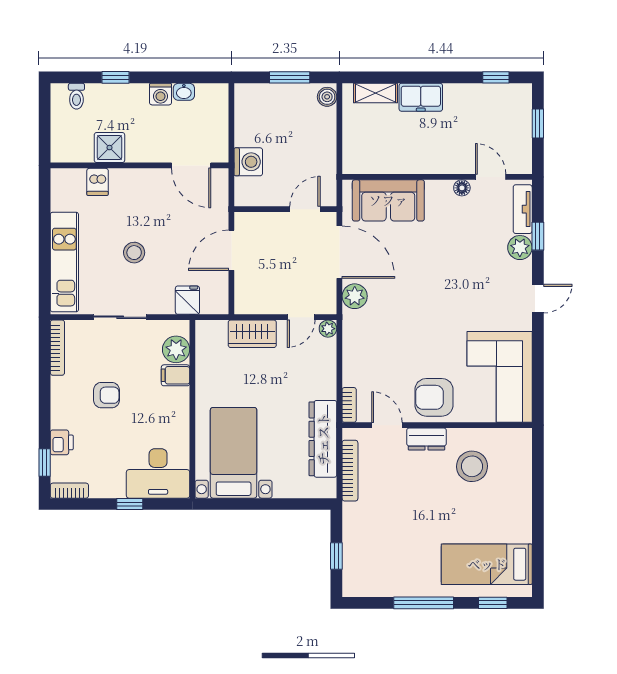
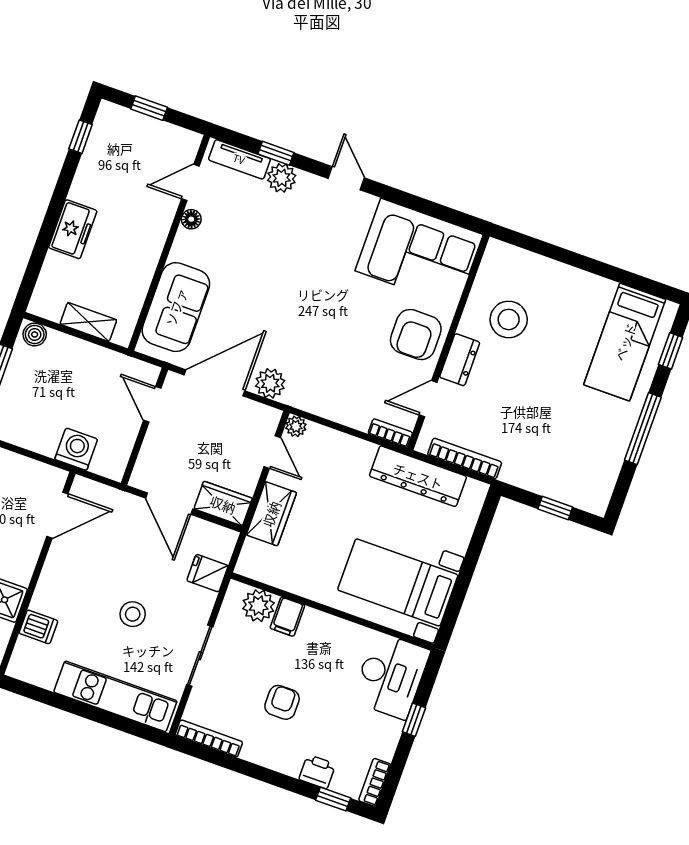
shelving: (375, 93) -> (88, 322), moved, turned 90
wardrobe: (247, 293) -> (223, 504), added

